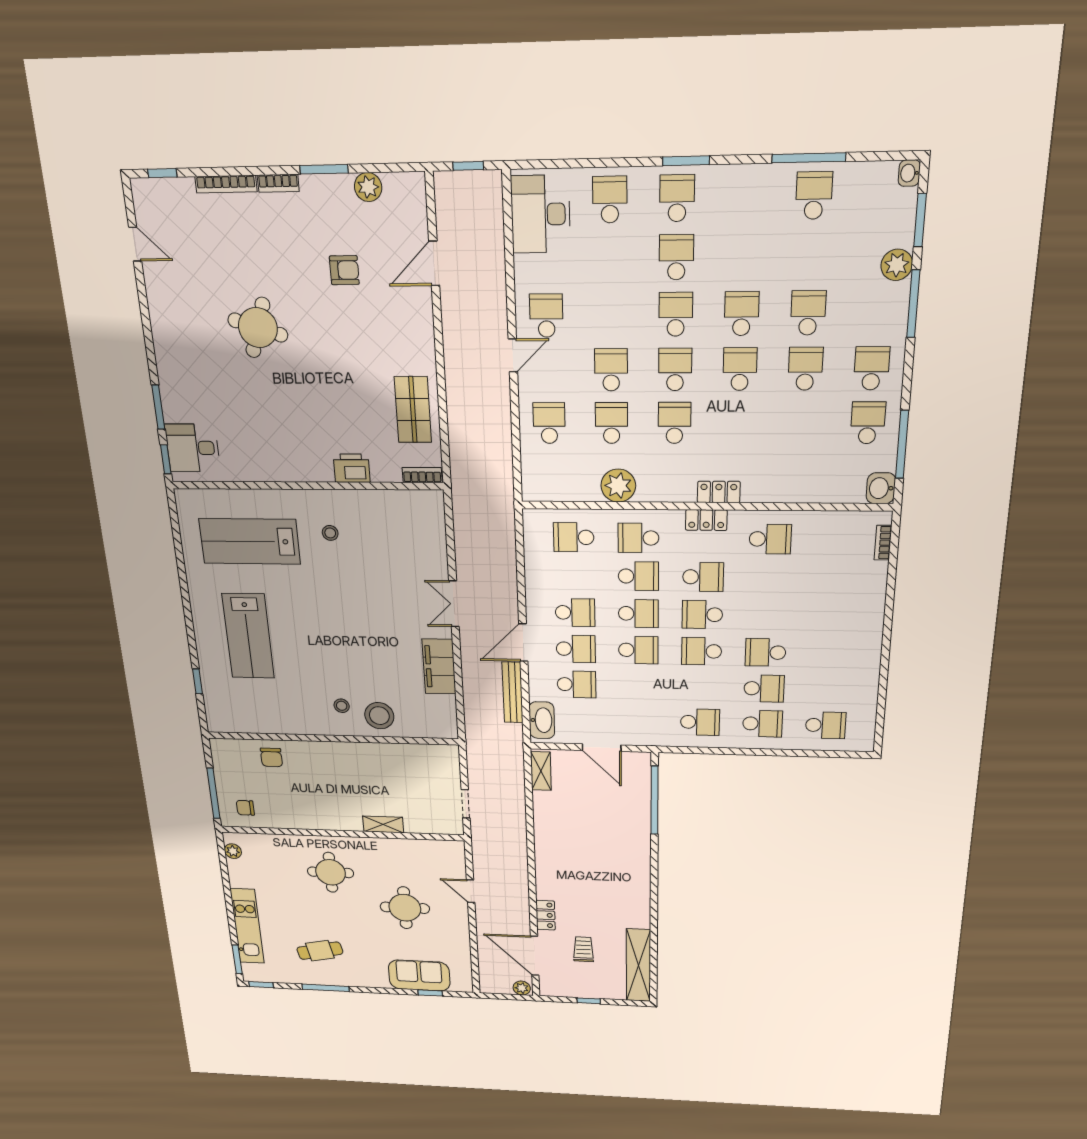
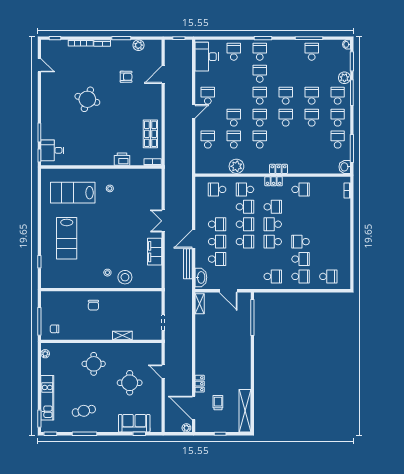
school desk: (875, 312) -> (338, 96), added
chair: (271, 757) -> (93, 305), moved

